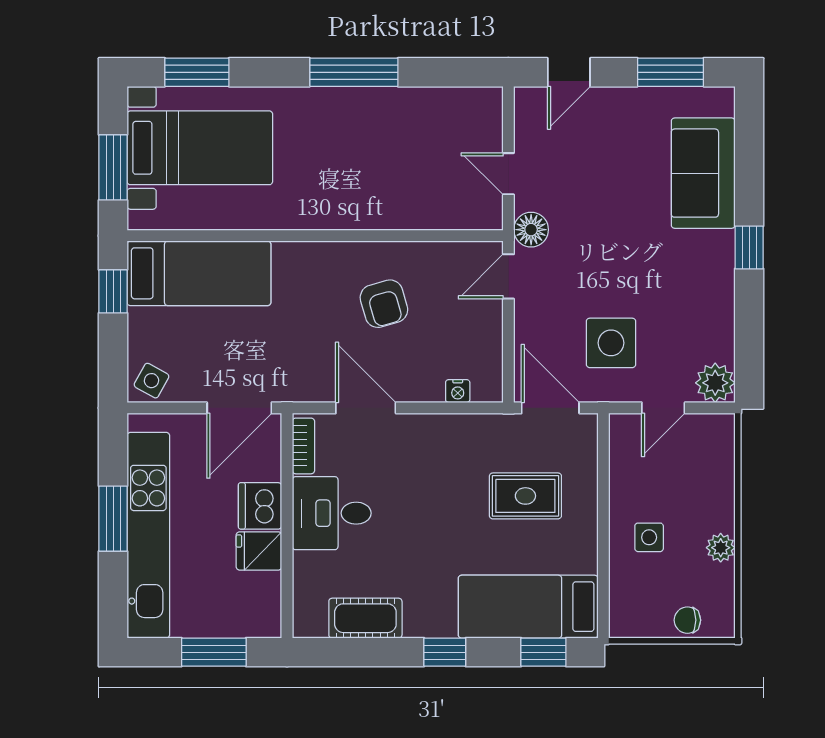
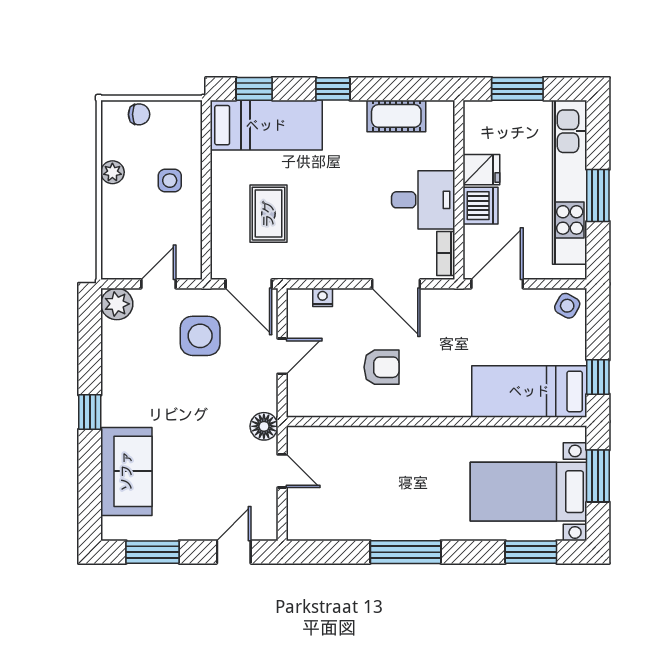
door: (508, 276) -> (282, 356), moved
armchair: (384, 304) -> (382, 367), turned 106
rug: (525, 496) -> (268, 214), turned 90

